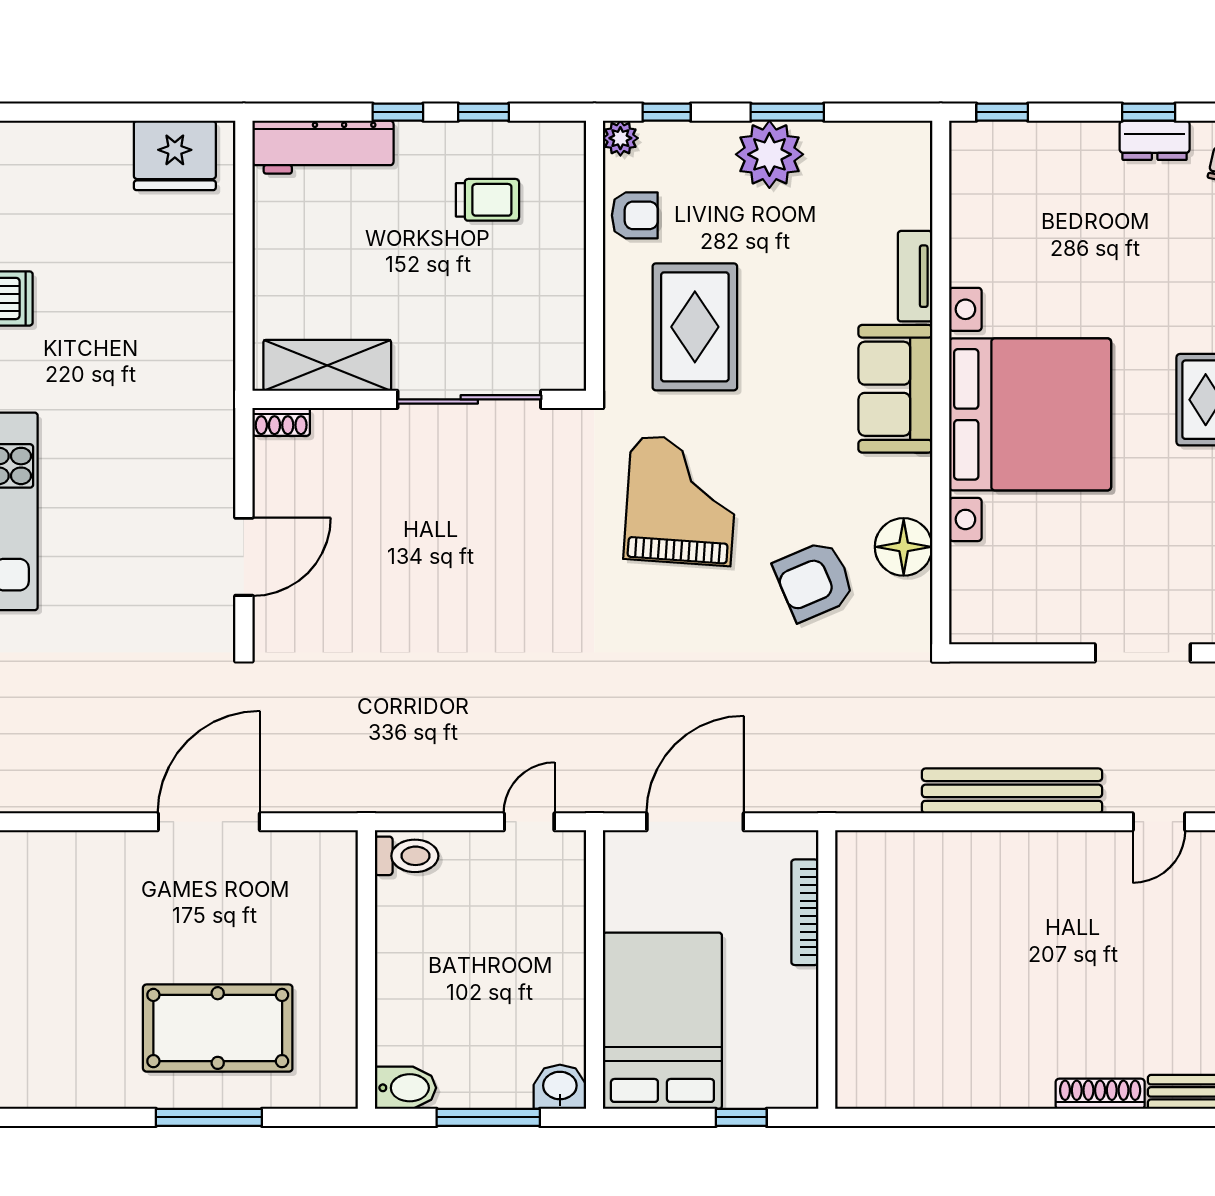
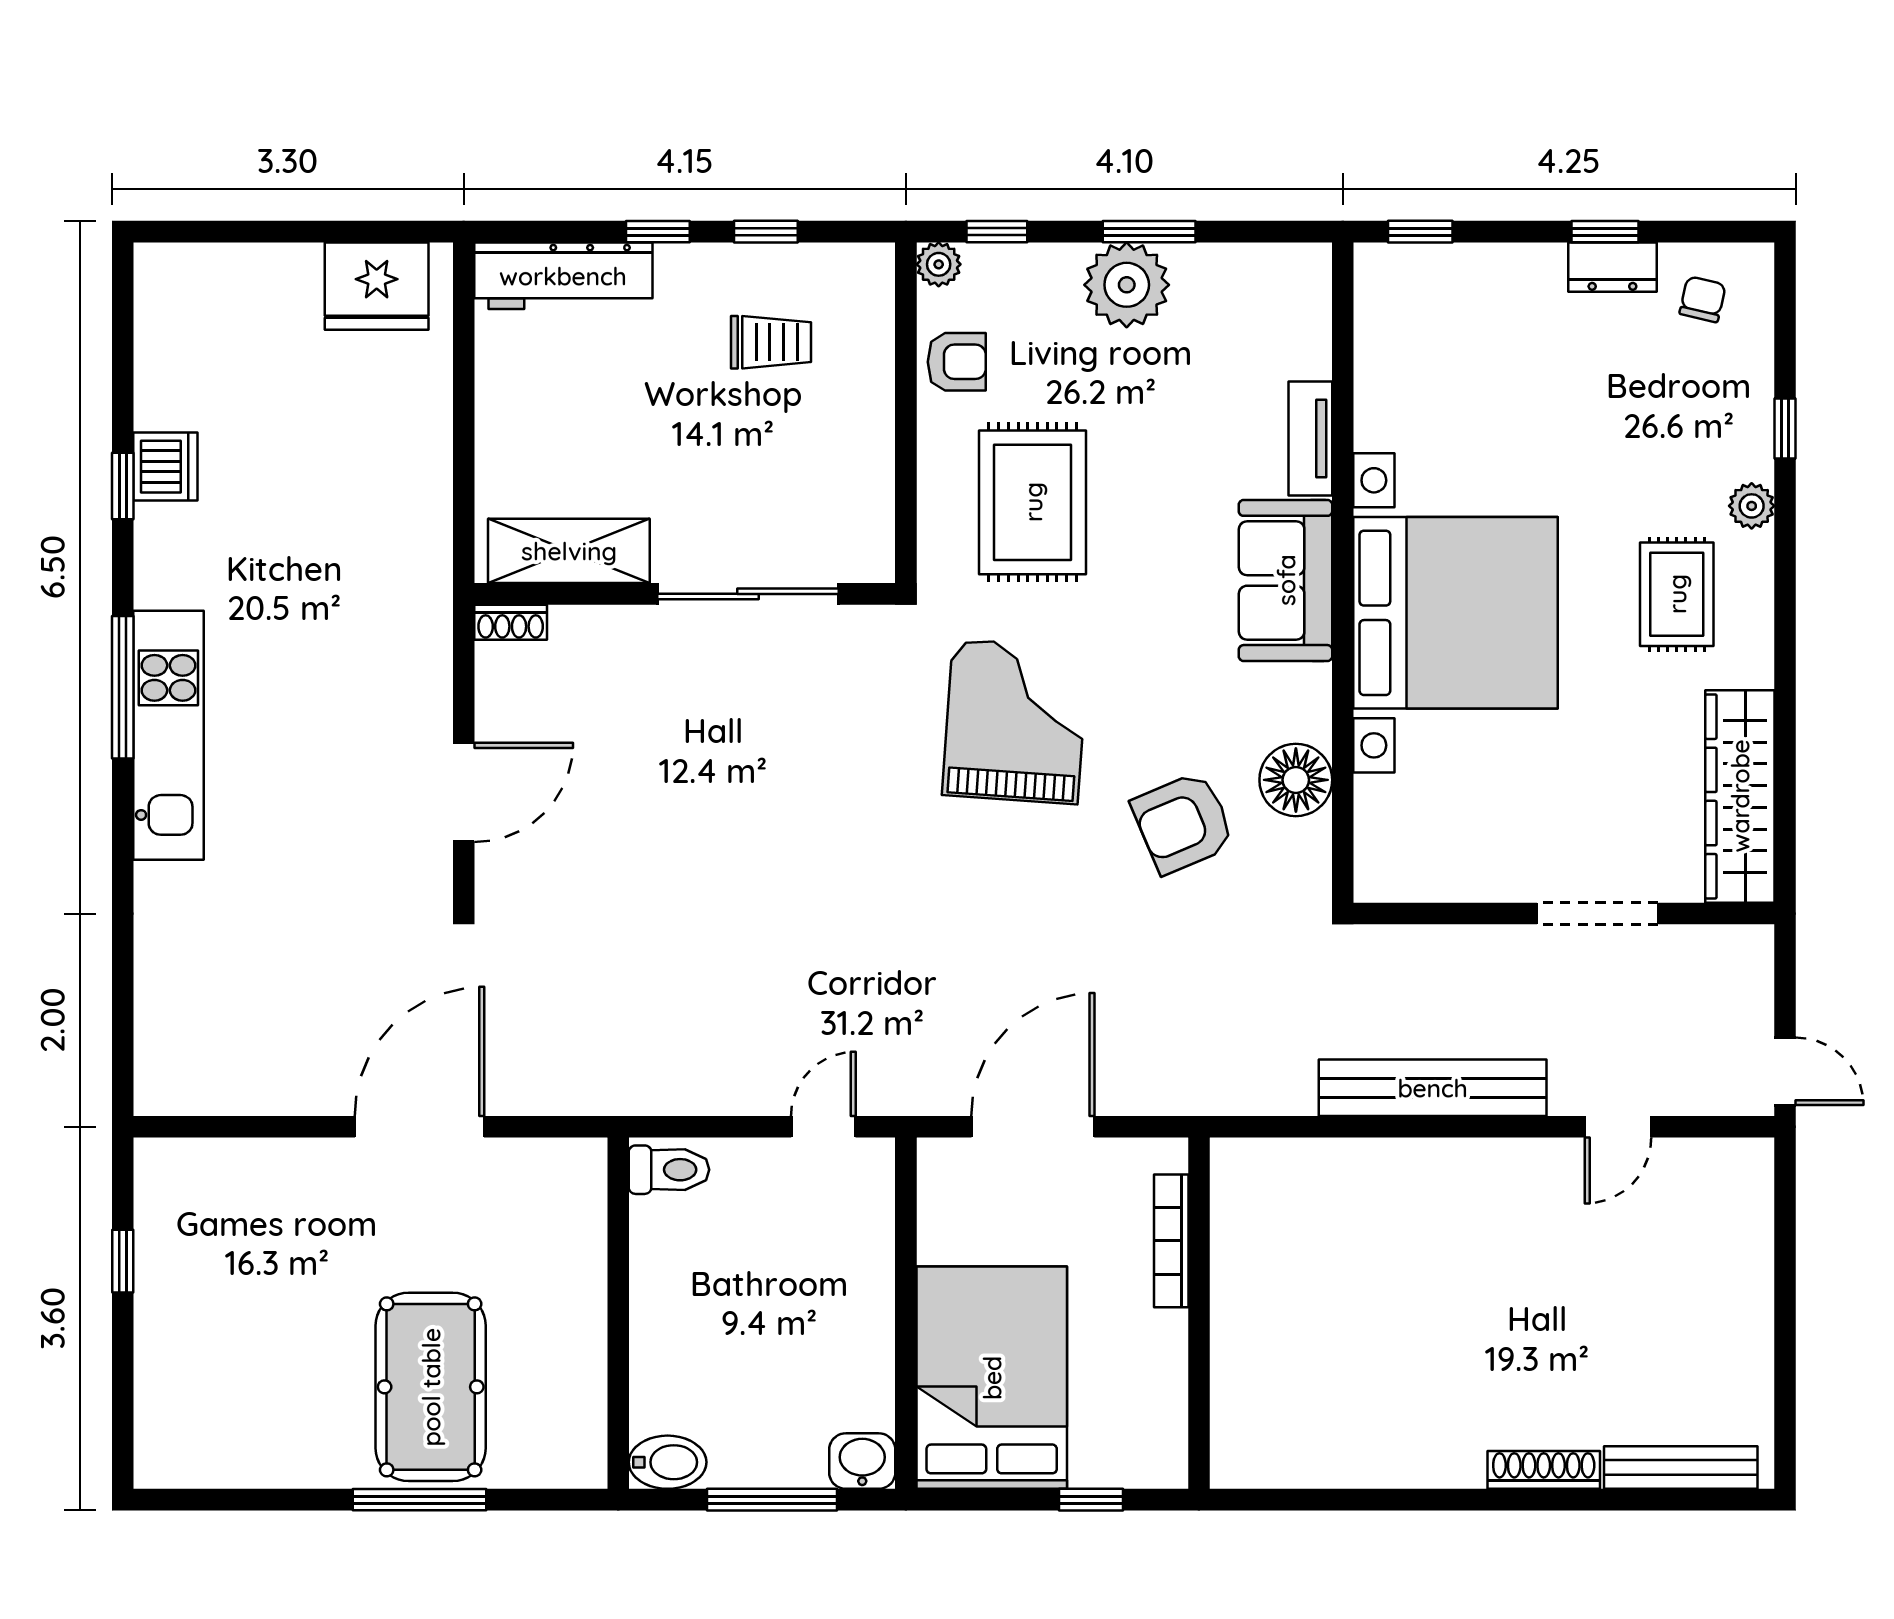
pool table: (218, 1028) -> (431, 1387), turned 90

